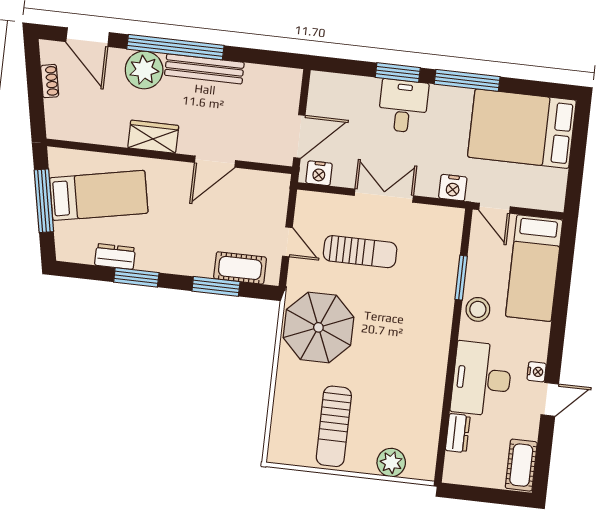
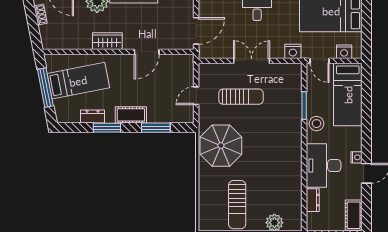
nightstand: (319, 173) -> (344, 52), moved
door: (287, 242) -> (196, 96), swing flipped
cot: (240, 268) -> (131, 115), moved

